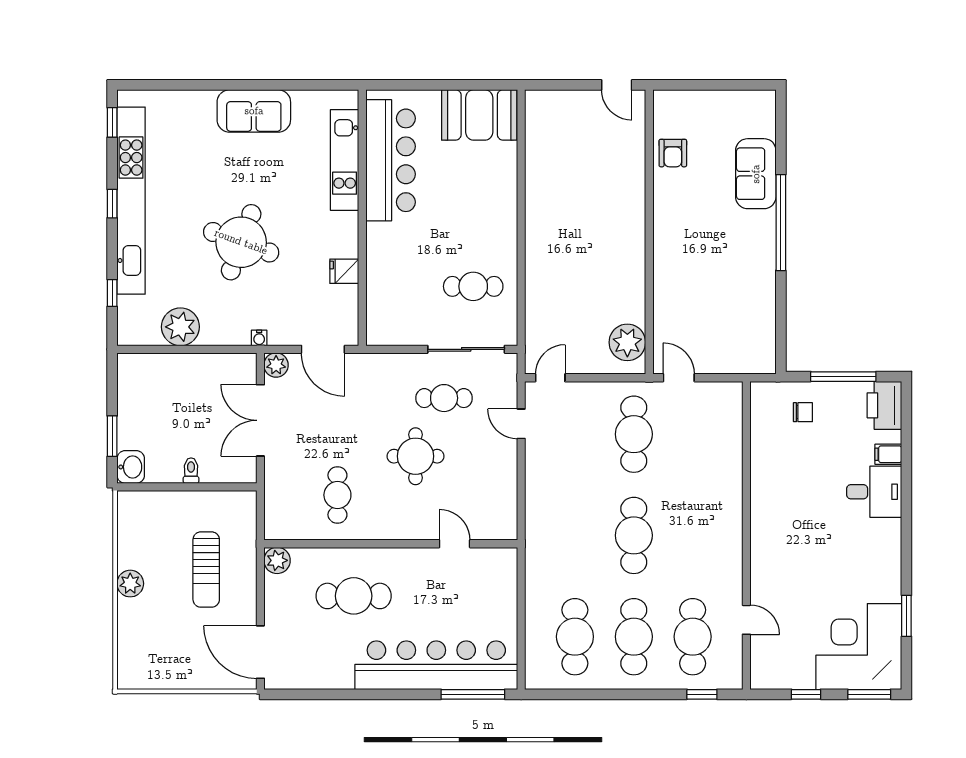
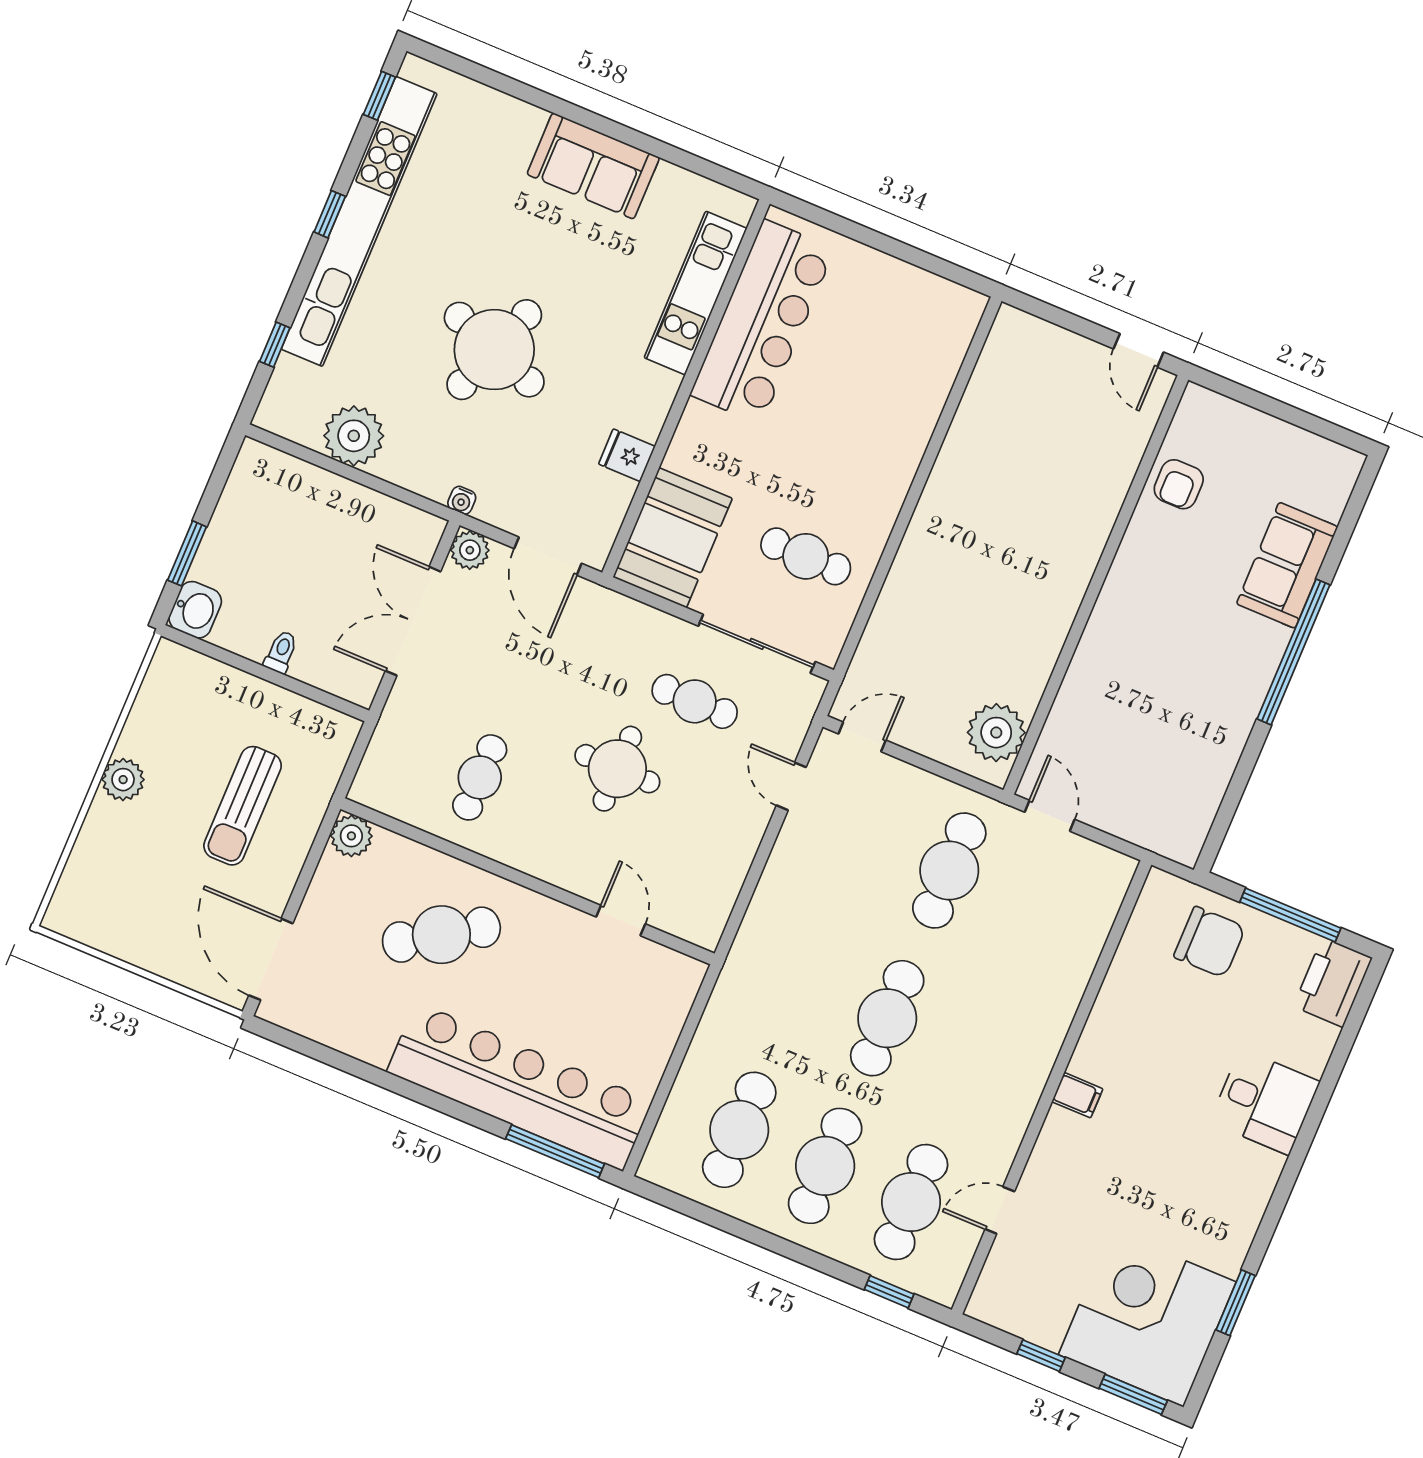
booth: (479, 115) -> (673, 538), moved, turned 90
chair: (803, 412) -> (1210, 942), width x1.87, depth x1.87
filing cabinet: (888, 454) -> (1077, 1095), moved, turned 180
cafe table: (354, 596) -> (441, 935), turned -33
door: (746, 620) -> (1000, 1210), swing flipped

